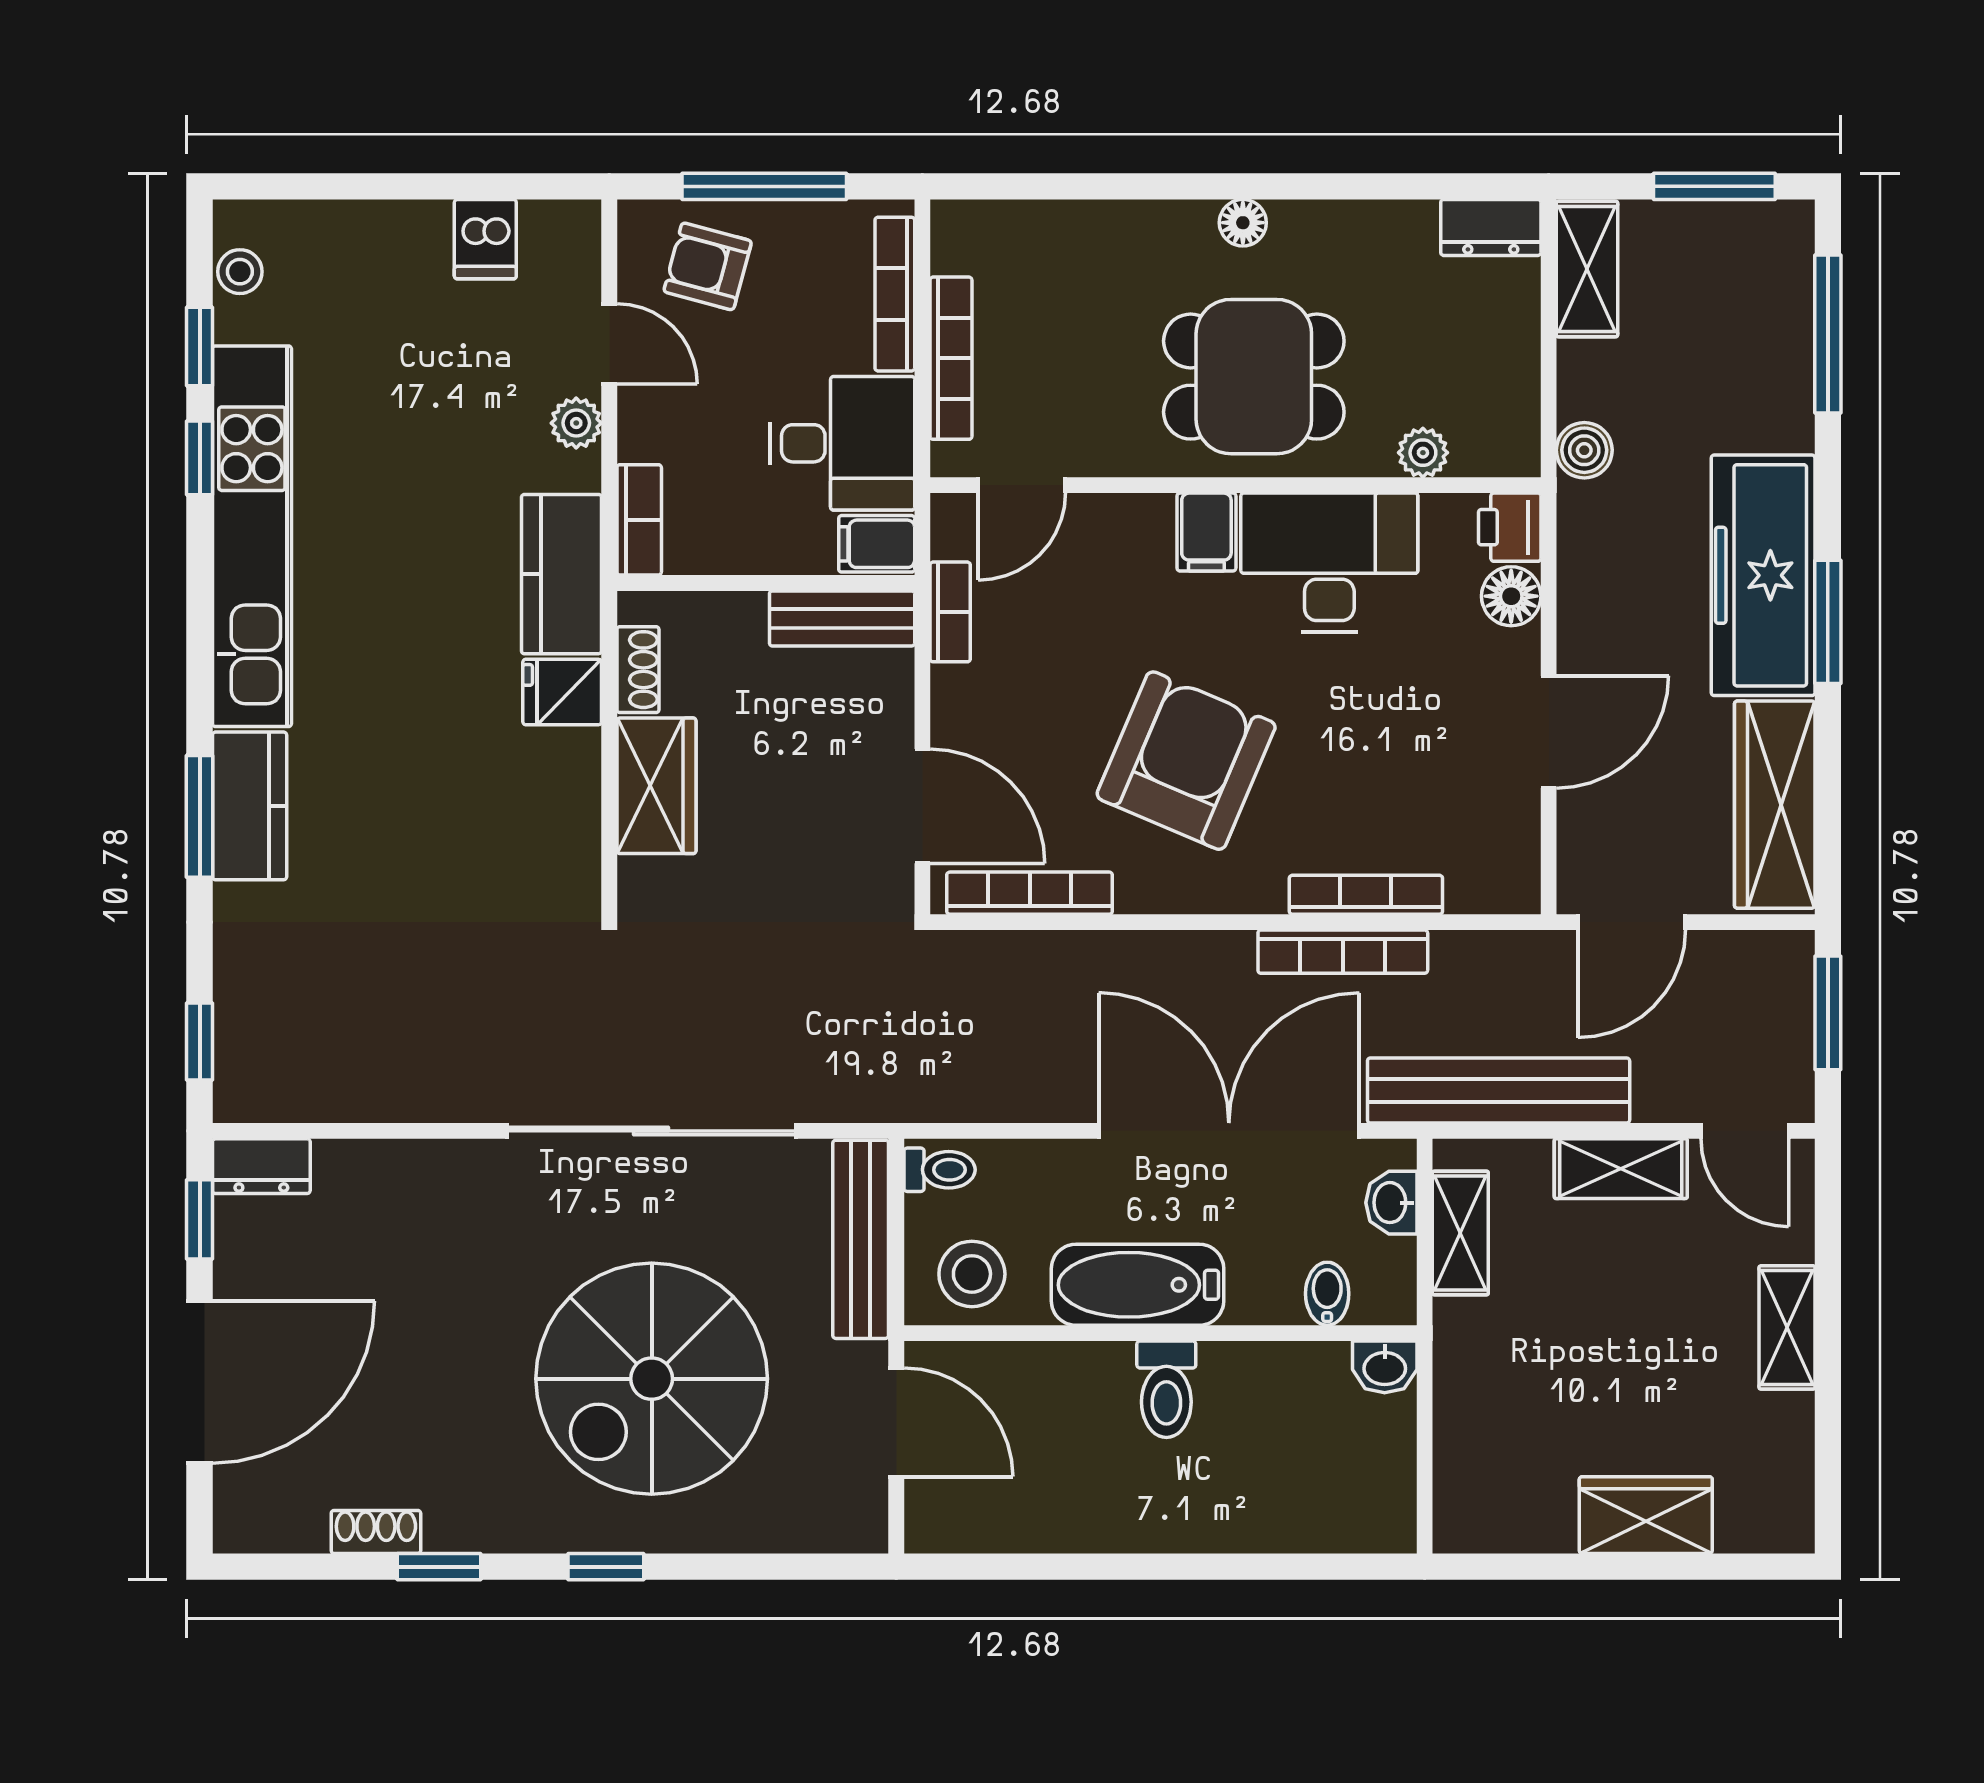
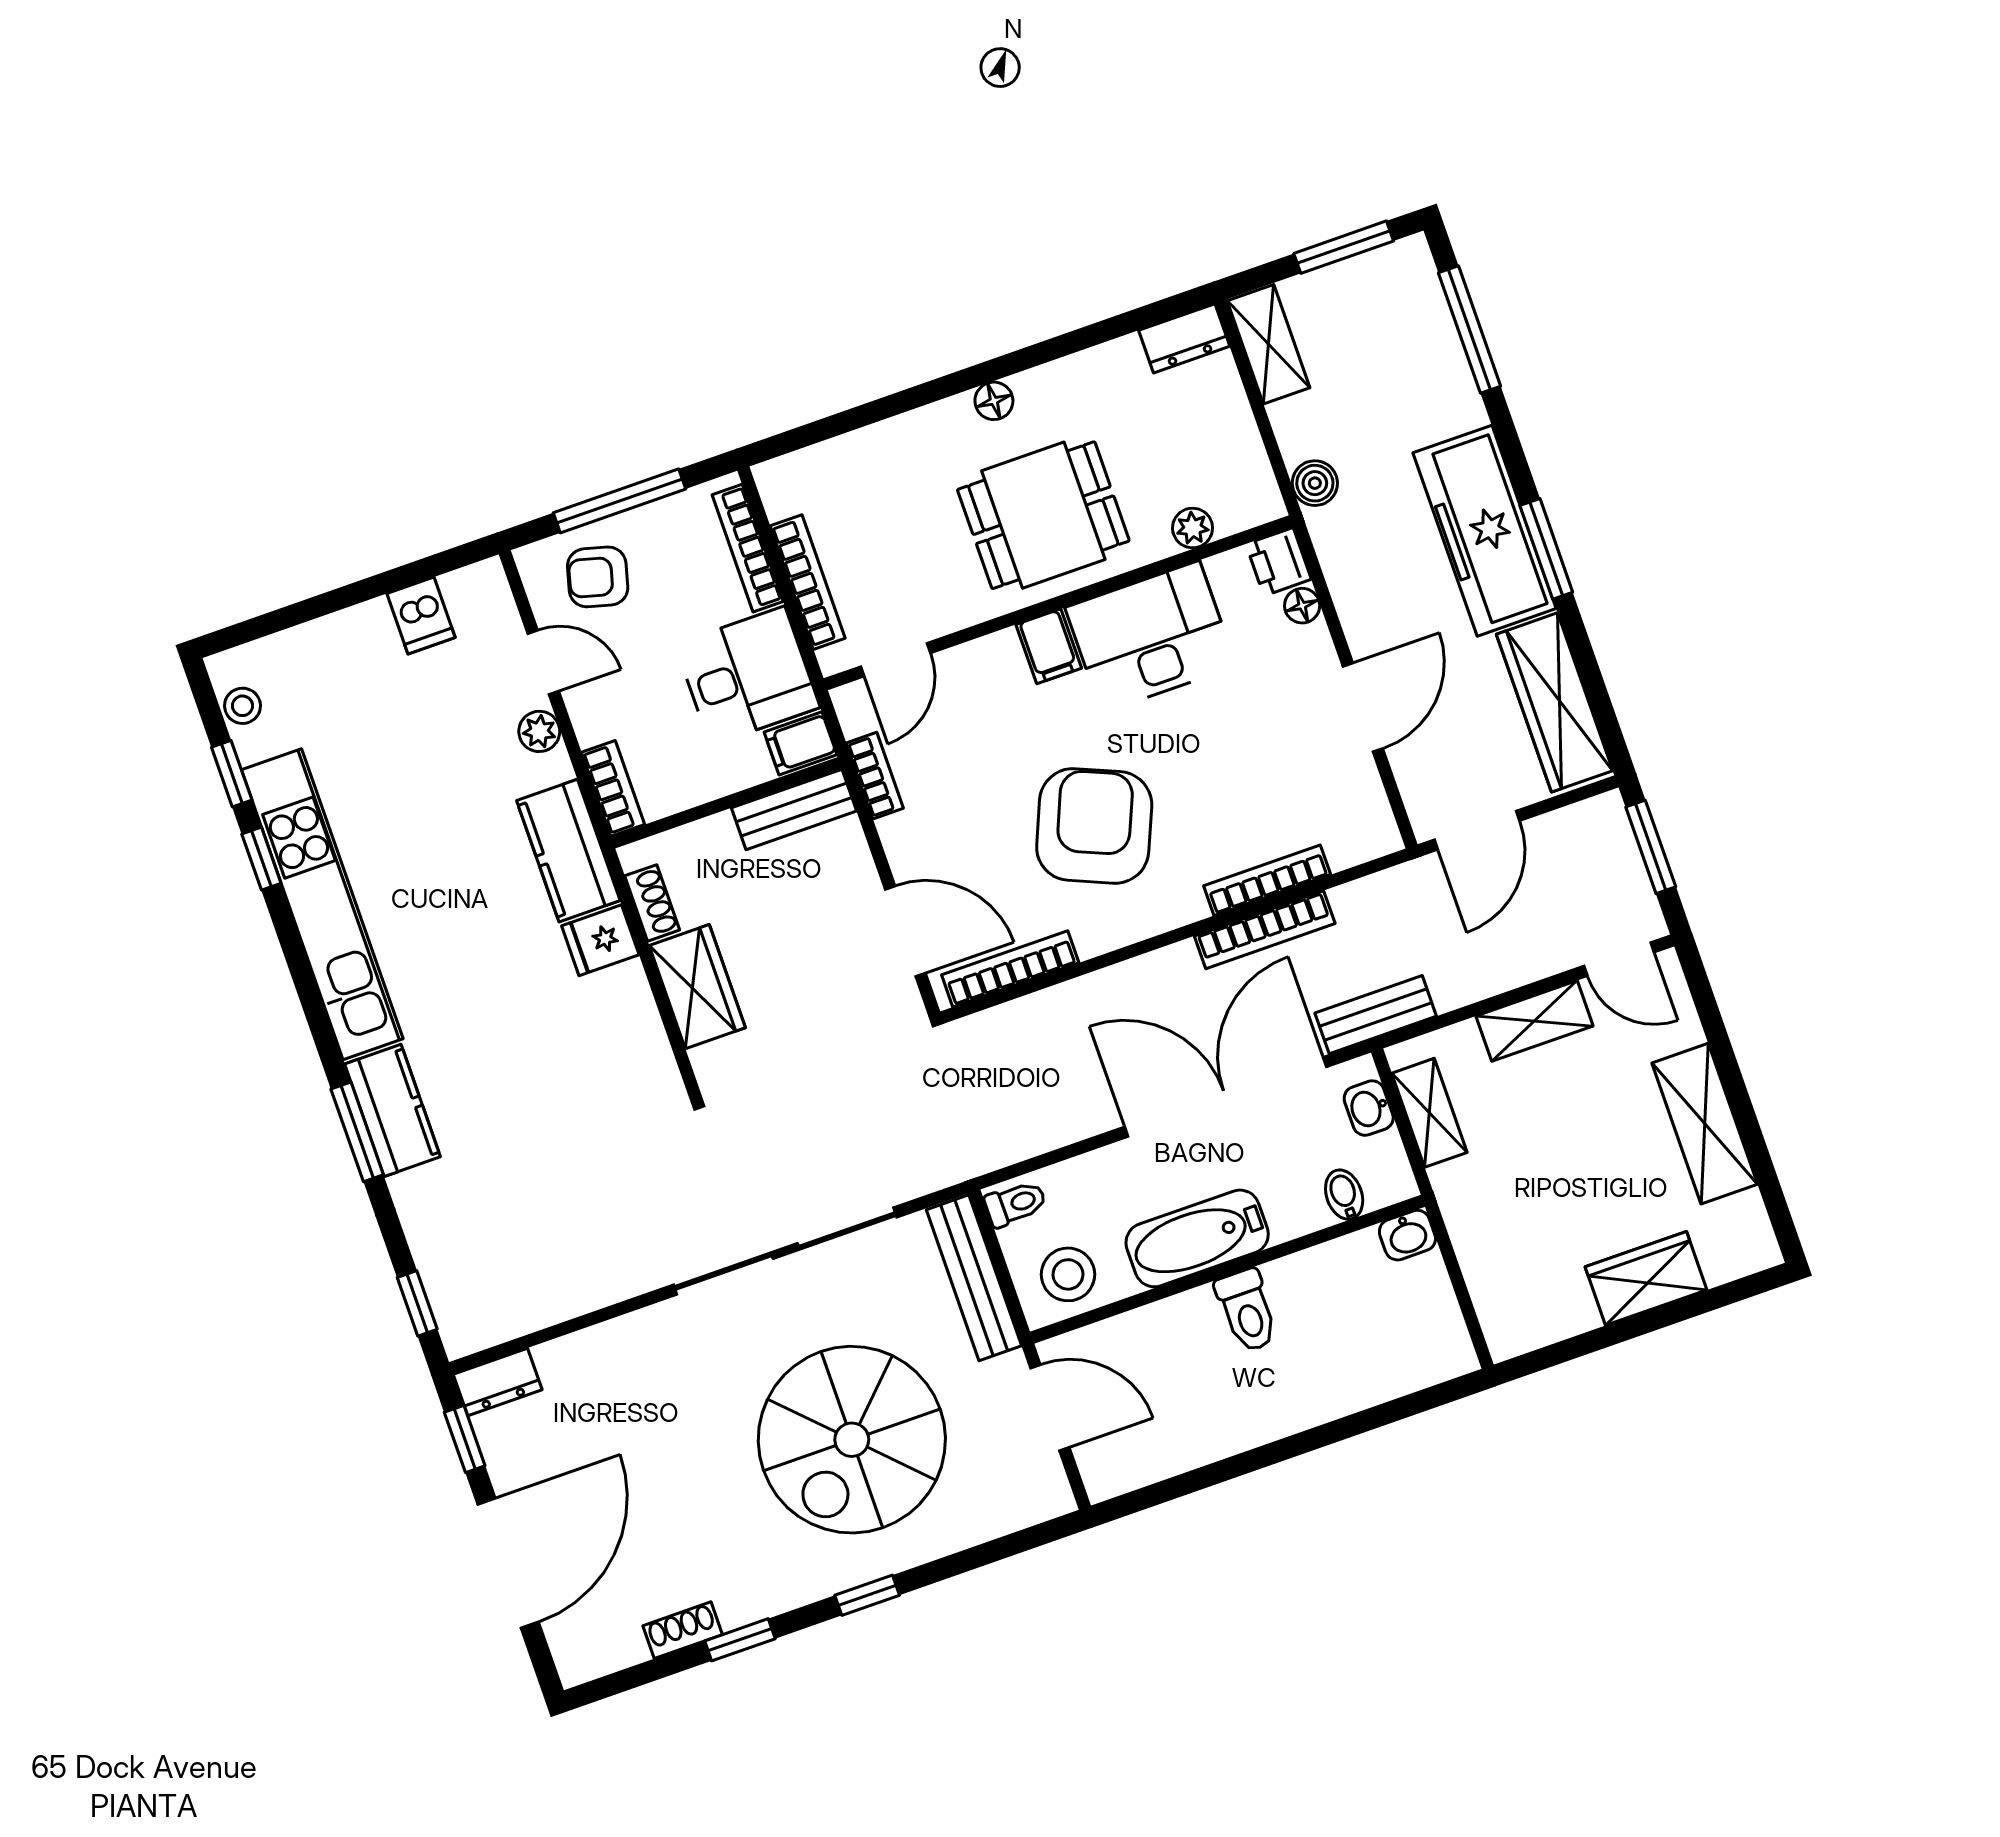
floor lamp: (1511, 596) -> (1302, 606), width x0.73, depth x0.73
bench: (1499, 1090) -> (1376, 1015), width x0.54, depth x0.82
shelving: (1787, 1327) -> (1705, 1124), width x1.50, depth x1.33

